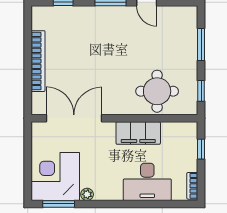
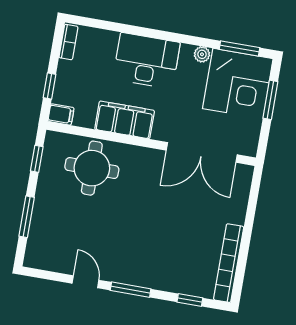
bookcase: (38, 61) -> (229, 263), moved
filing cabinet: (188, 129) -> (61, 114), added
window: (28, 168) -> (270, 100), added
desk: (147, 182) -> (146, 61), moved

